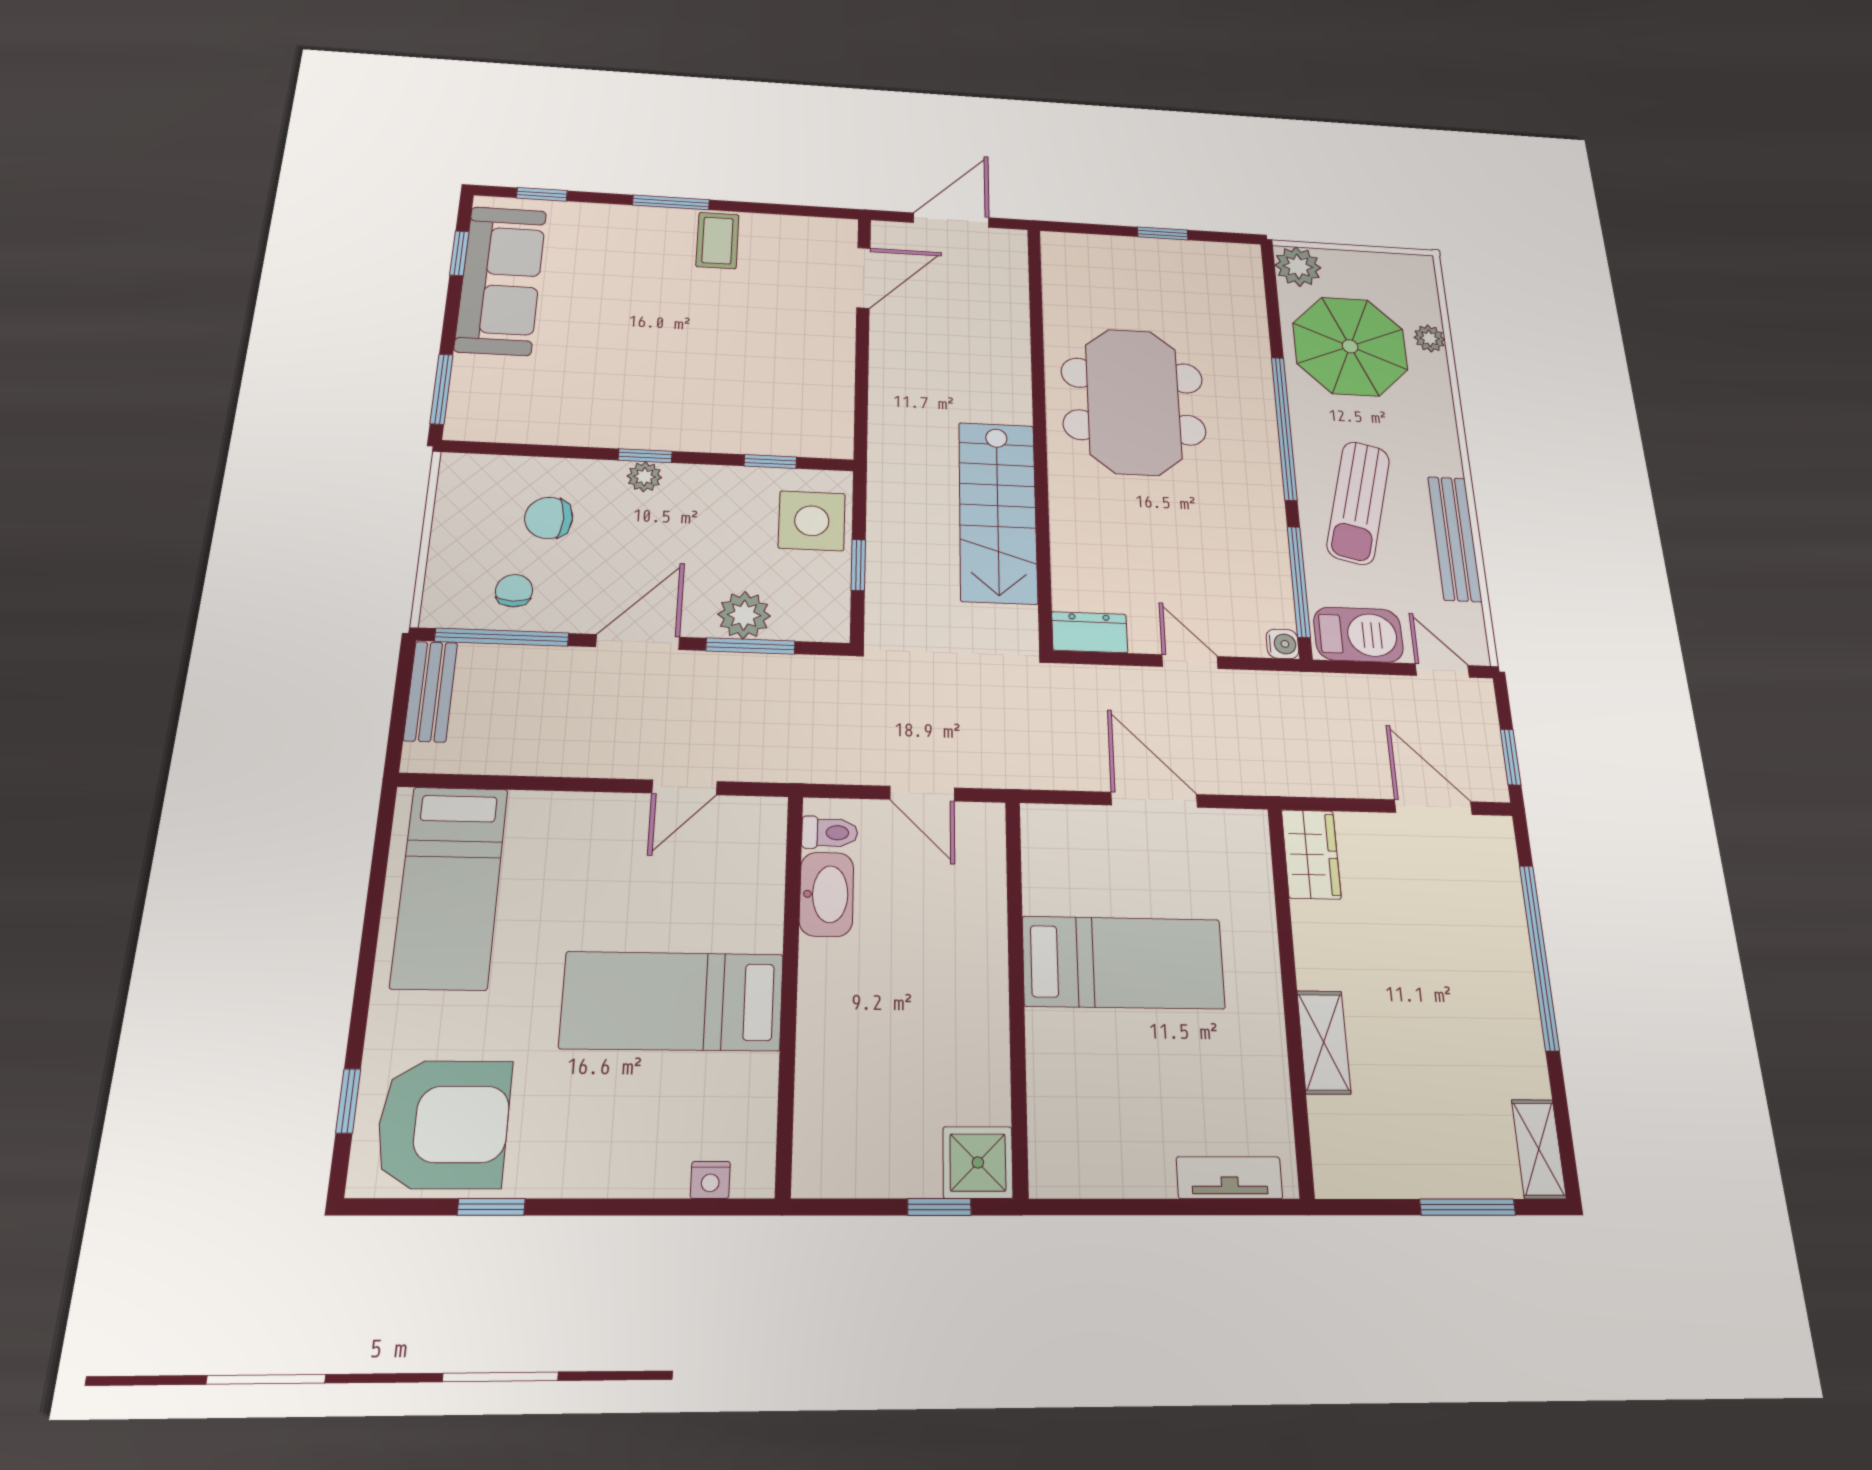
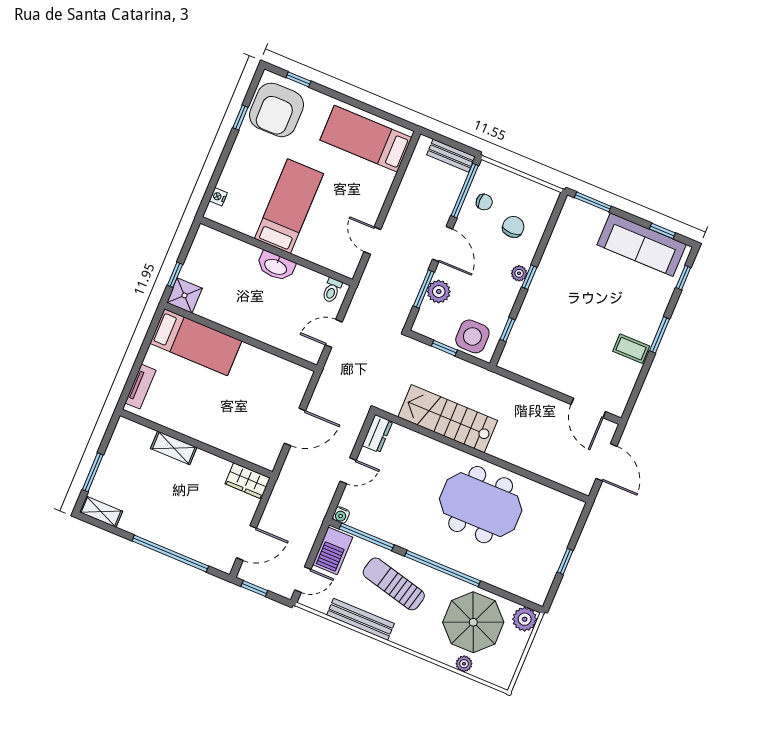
washbasin: (826, 894) -> (276, 266), moved
bed: (1123, 962) -> (196, 342), moved, turned -90

